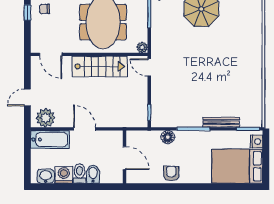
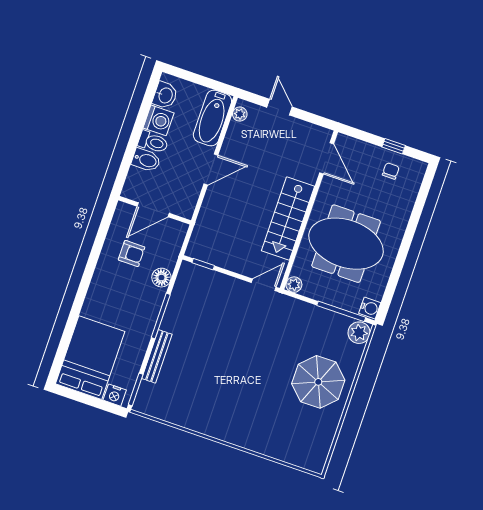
door: (51, 54) -> (327, 158), swing flipped
plant: (46, 118) -> (240, 114), width x0.53, depth x0.53
armchair: (171, 173) -> (132, 253), moved

